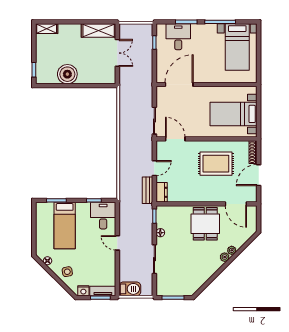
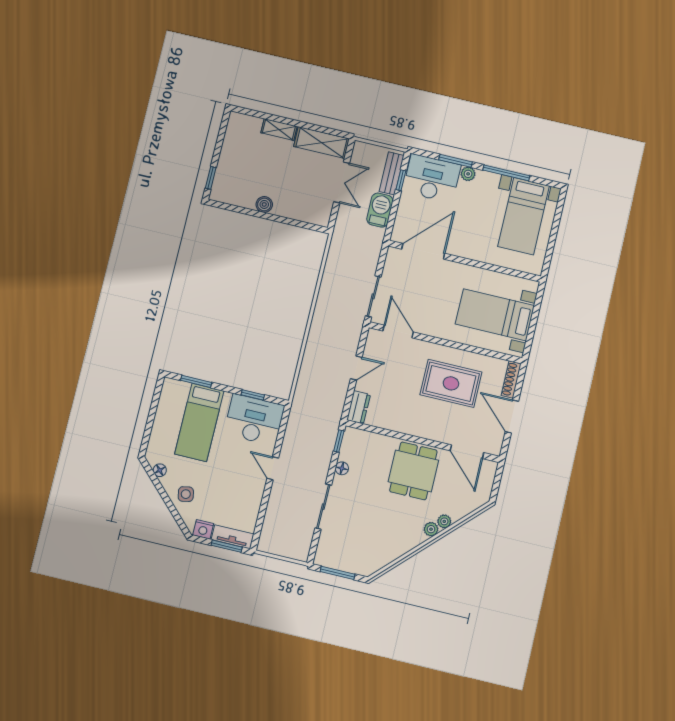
plant: (196, 28) -> (468, 174), added
shelving: (47, 29) -> (279, 130), moved
desk: (178, 37) -> (432, 178), width x1.37
boiler: (67, 74) -> (264, 204), width x0.54, depth x0.54
door: (259, 175) -> (512, 416), hinge flipped
bench: (148, 190) -> (392, 173), moved
desk: (103, 216) -> (254, 420), width x1.37
barbecue: (130, 289) -> (380, 210), moved, turned -90

